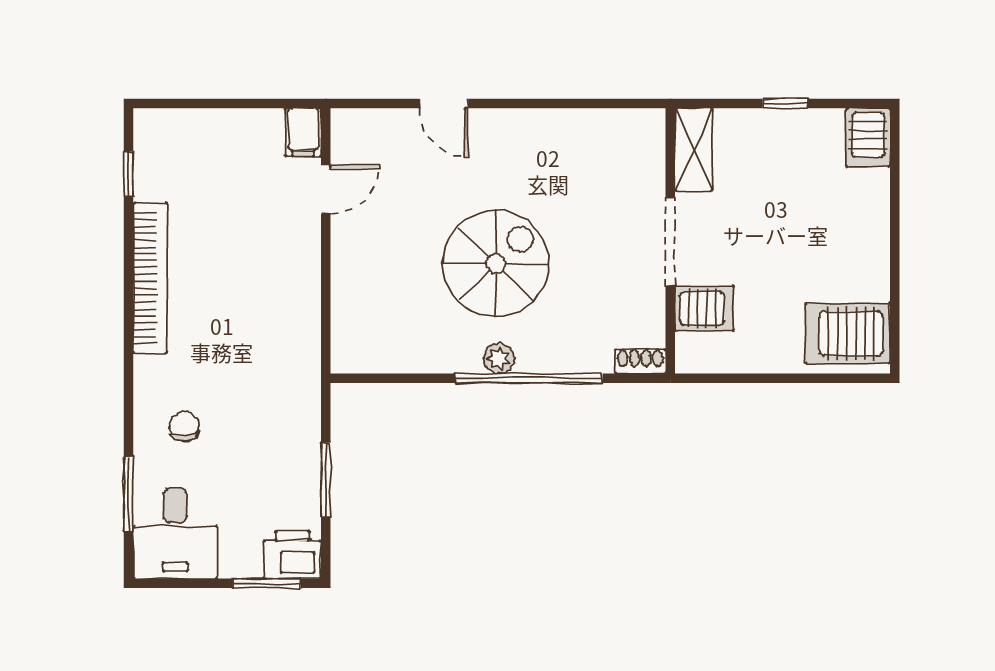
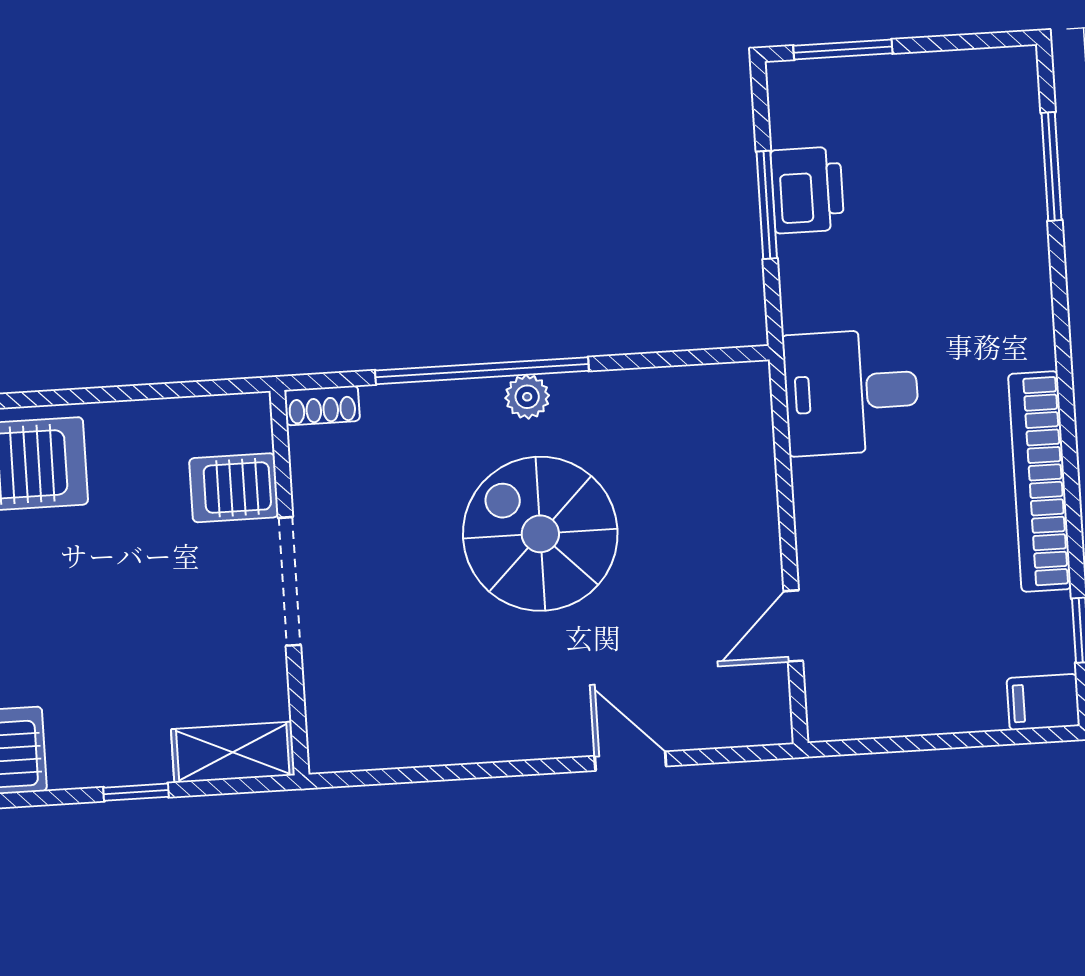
filing cabinet: (303, 132) -> (1043, 702), moved, turned -90
shelving: (694, 149) -> (233, 752), moved, turned 90
spiral stairs: (496, 264) -> (540, 534), turned 90
chair: (184, 426) -> (977, 270), removed
desk: (175, 533) -> (851, 392), moved, turned -90
printer: (292, 555) -> (807, 190), moved, turned -90

